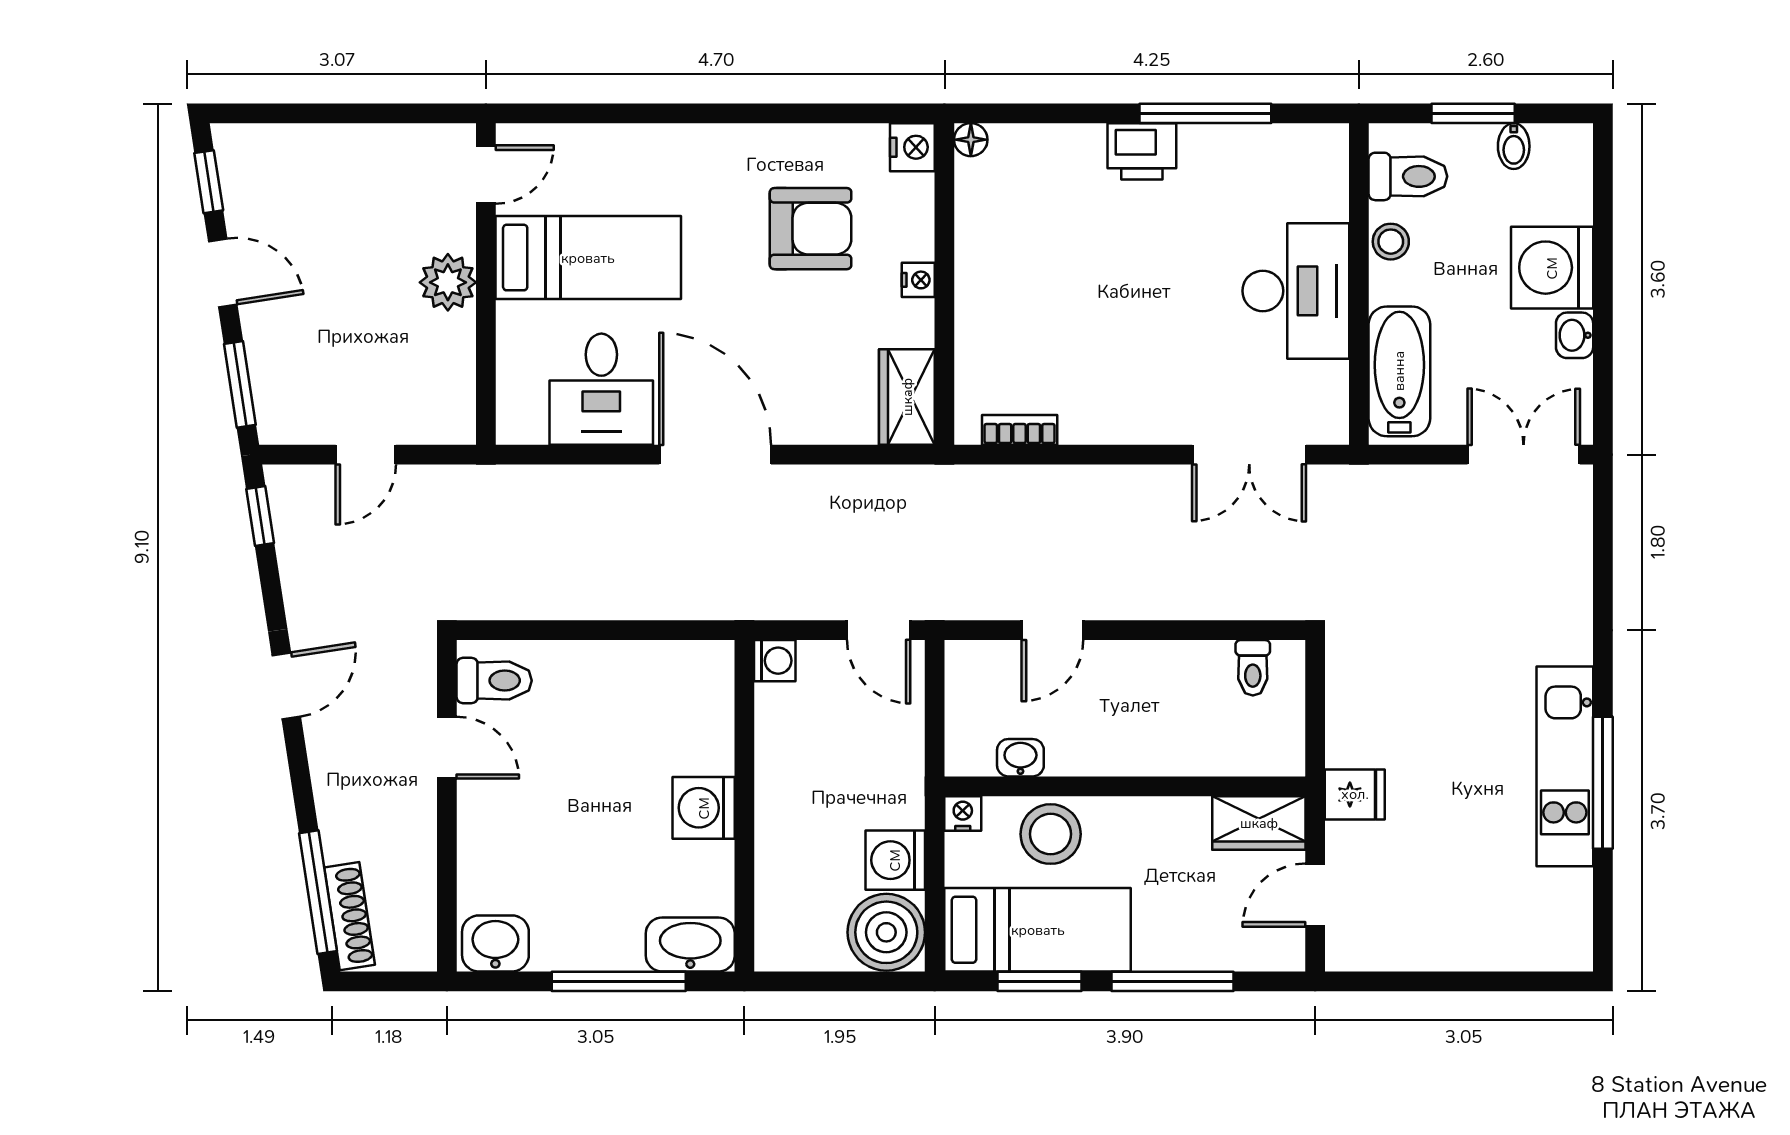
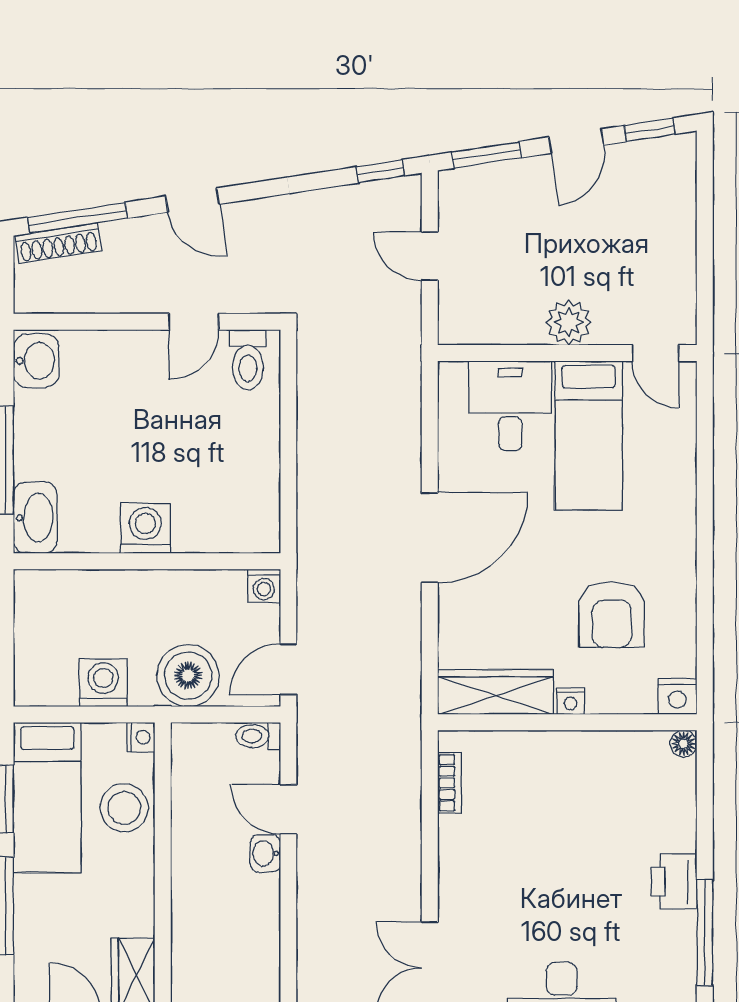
desk: (601, 389) -> (510, 406), moved, turned 90
wardrobe: (907, 397) -> (496, 692), width x1.50
toilet: (1253, 668) -> (258, 736), moved
door: (286, 686) -> (192, 200), moved
washbasin: (1020, 758) -> (265, 853), moved, turned 180
boiler: (886, 932) -> (188, 676), moved

